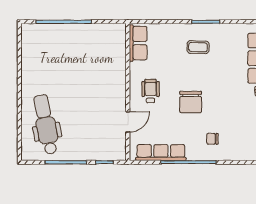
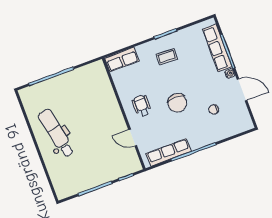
row of seats: (138, 43) -> (122, 60), moved, turned 90
door: (128, 122) -> (133, 138), swing flipped
dental chair: (46, 124) -> (56, 133), moved
chair: (212, 139) -> (214, 109), moved

